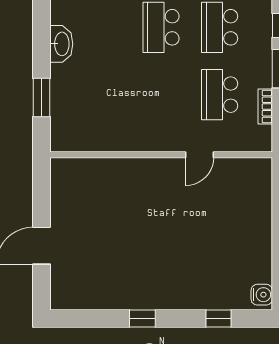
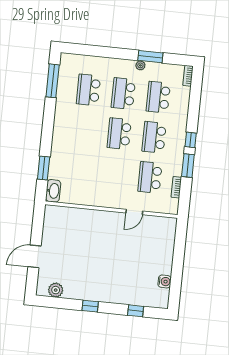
washbasin: (61, 44) -> (53, 191), moved
water cooler: (262, 295) -> (165, 281), moved
plant: (82, 298) -> (56, 290), added

